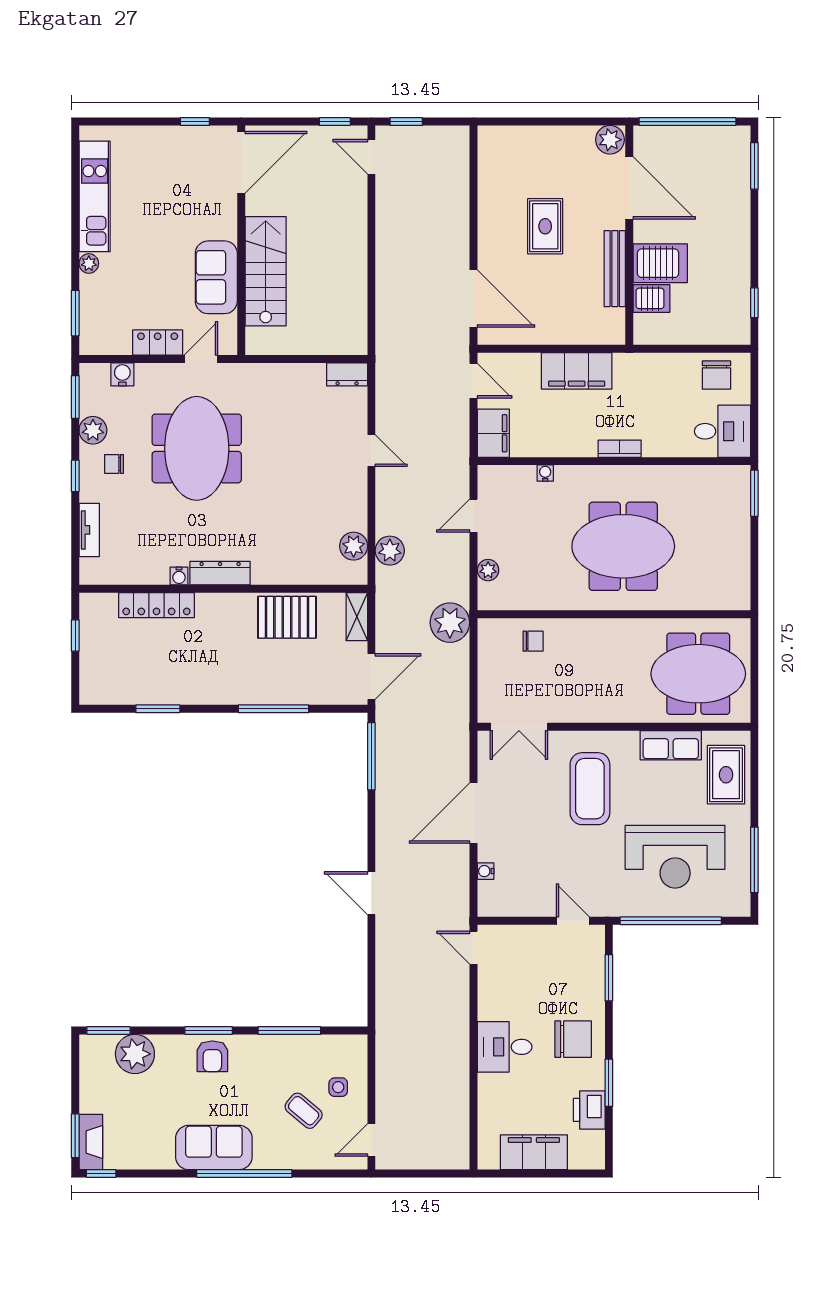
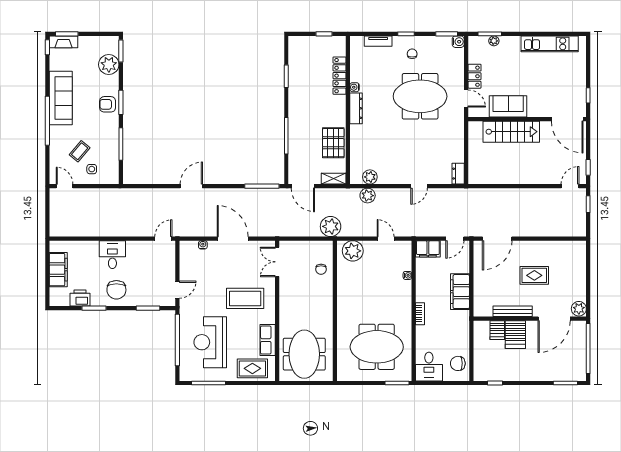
plant: (89, 263) -> (494, 41), moved
water cooler: (122, 374) -> (458, 42), moved
plant: (93, 430) -> (429, 43), removed
meeting table: (623, 546) -> (377, 347), moved, turned 90
plant: (488, 570) -> (353, 251), width x1.88, depth x1.88
sofa: (214, 1147) -> (61, 98), width x1.36

